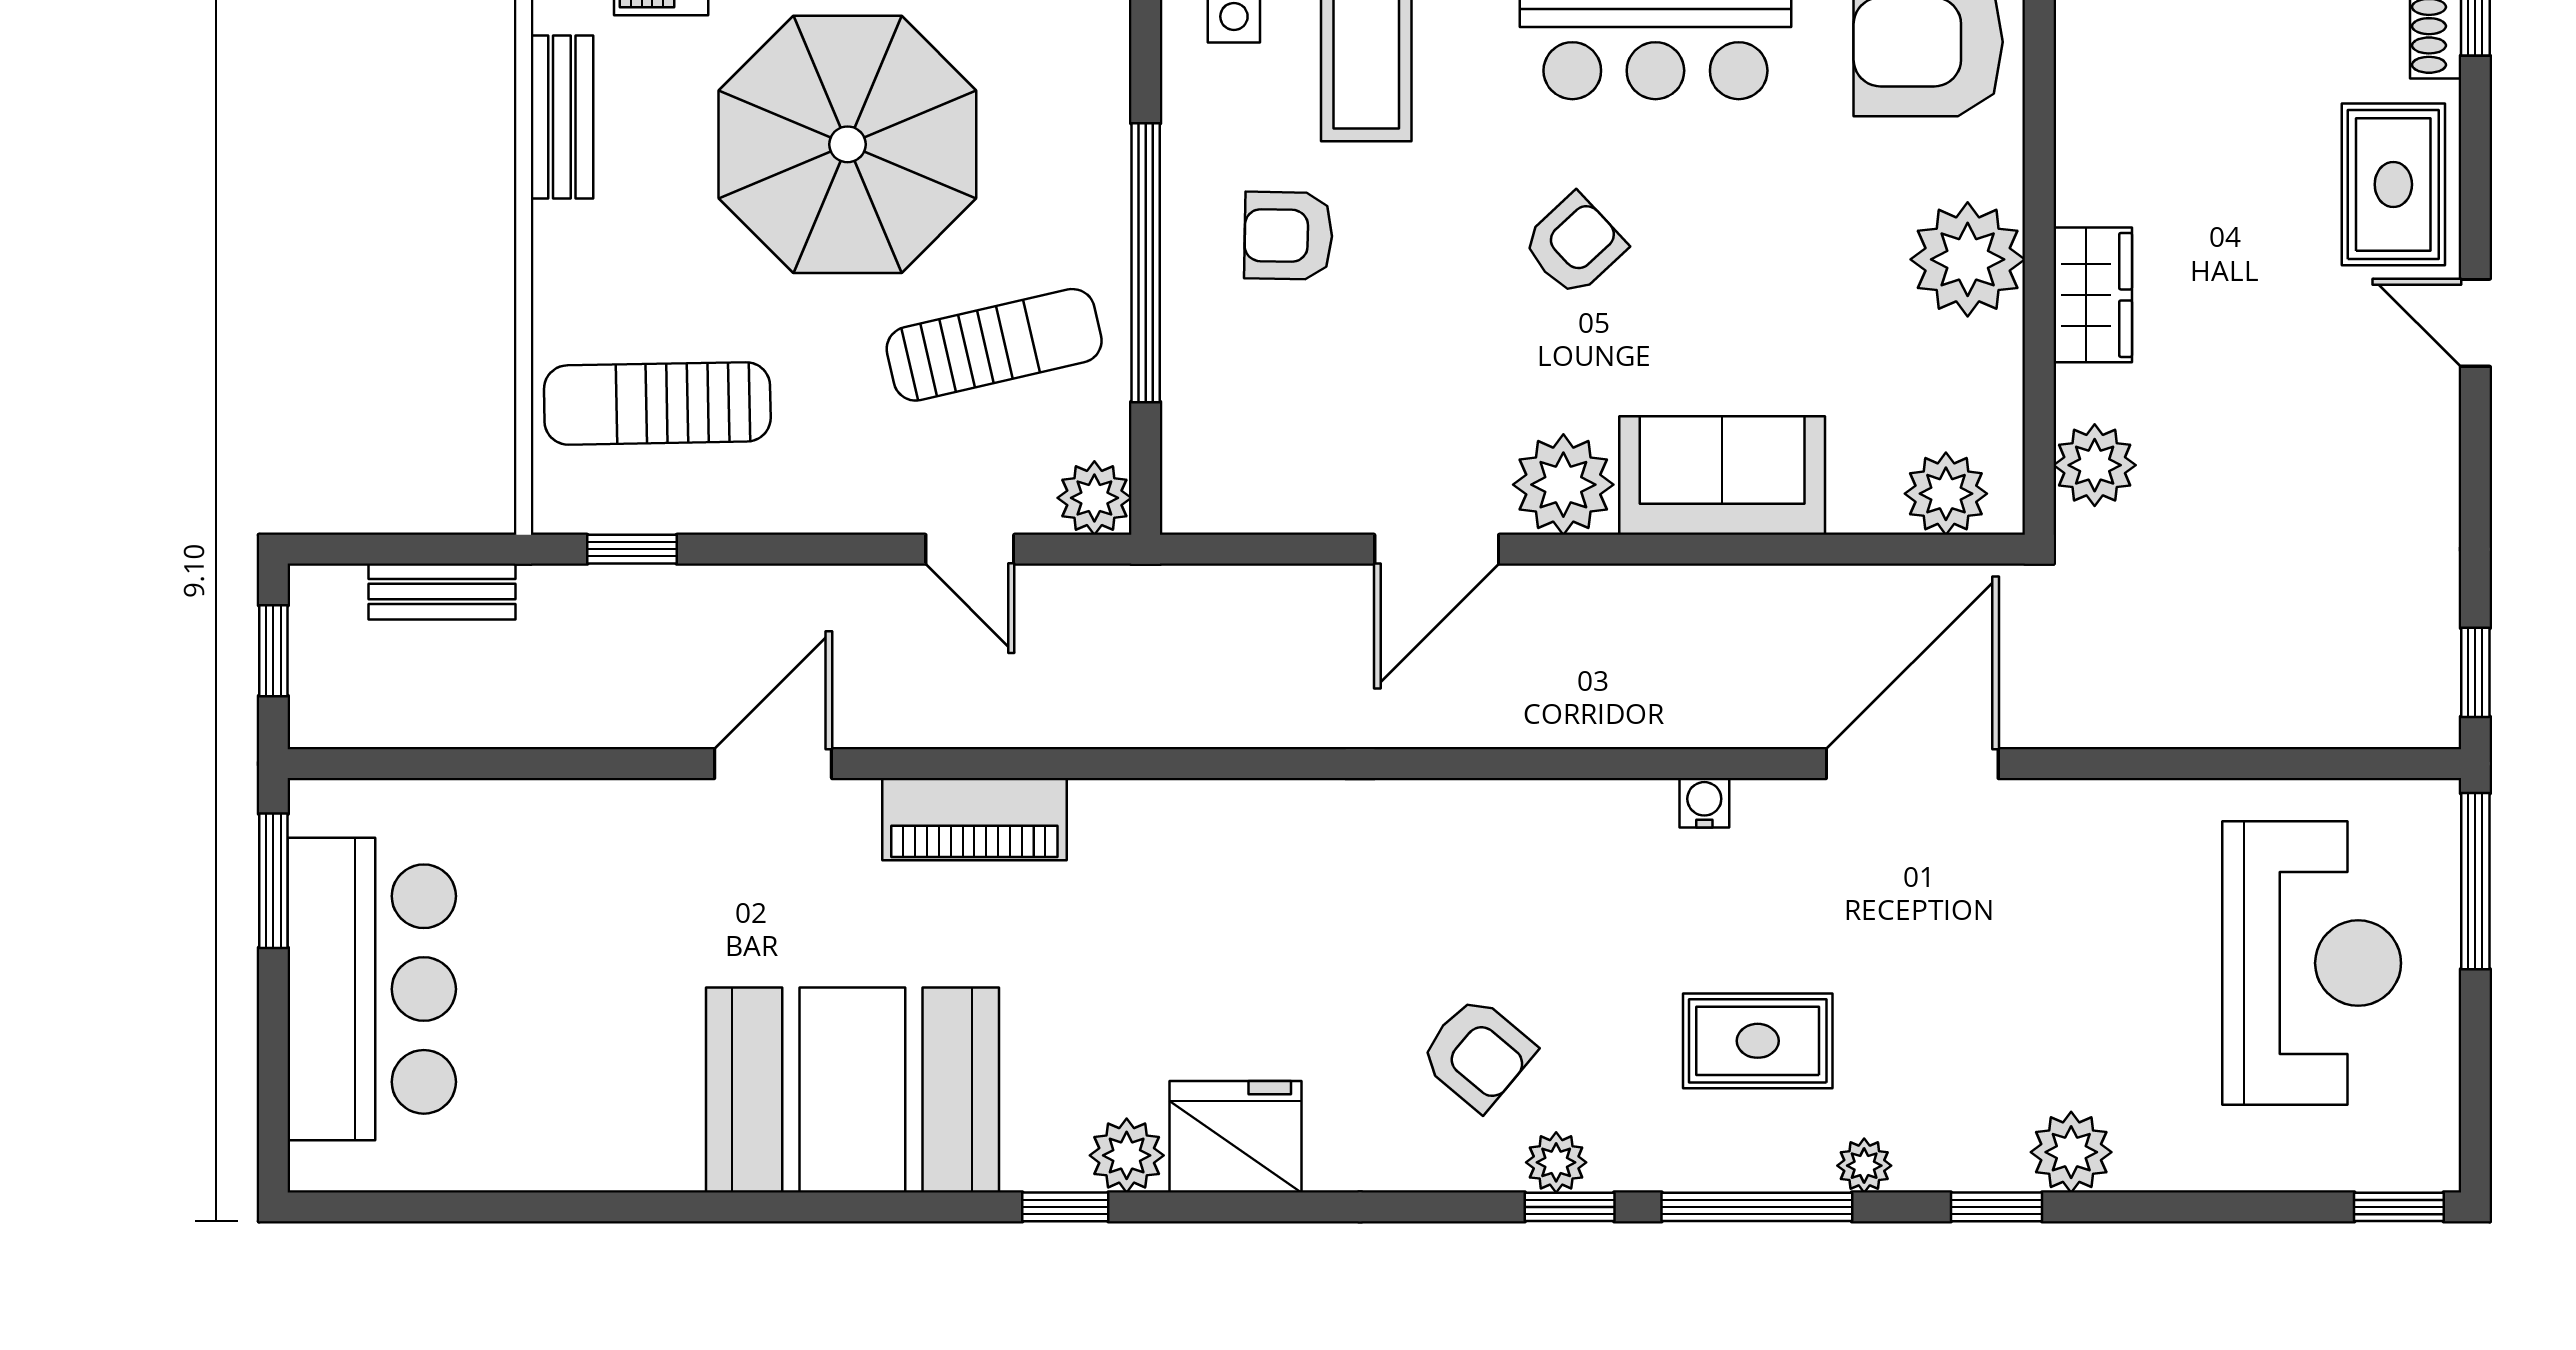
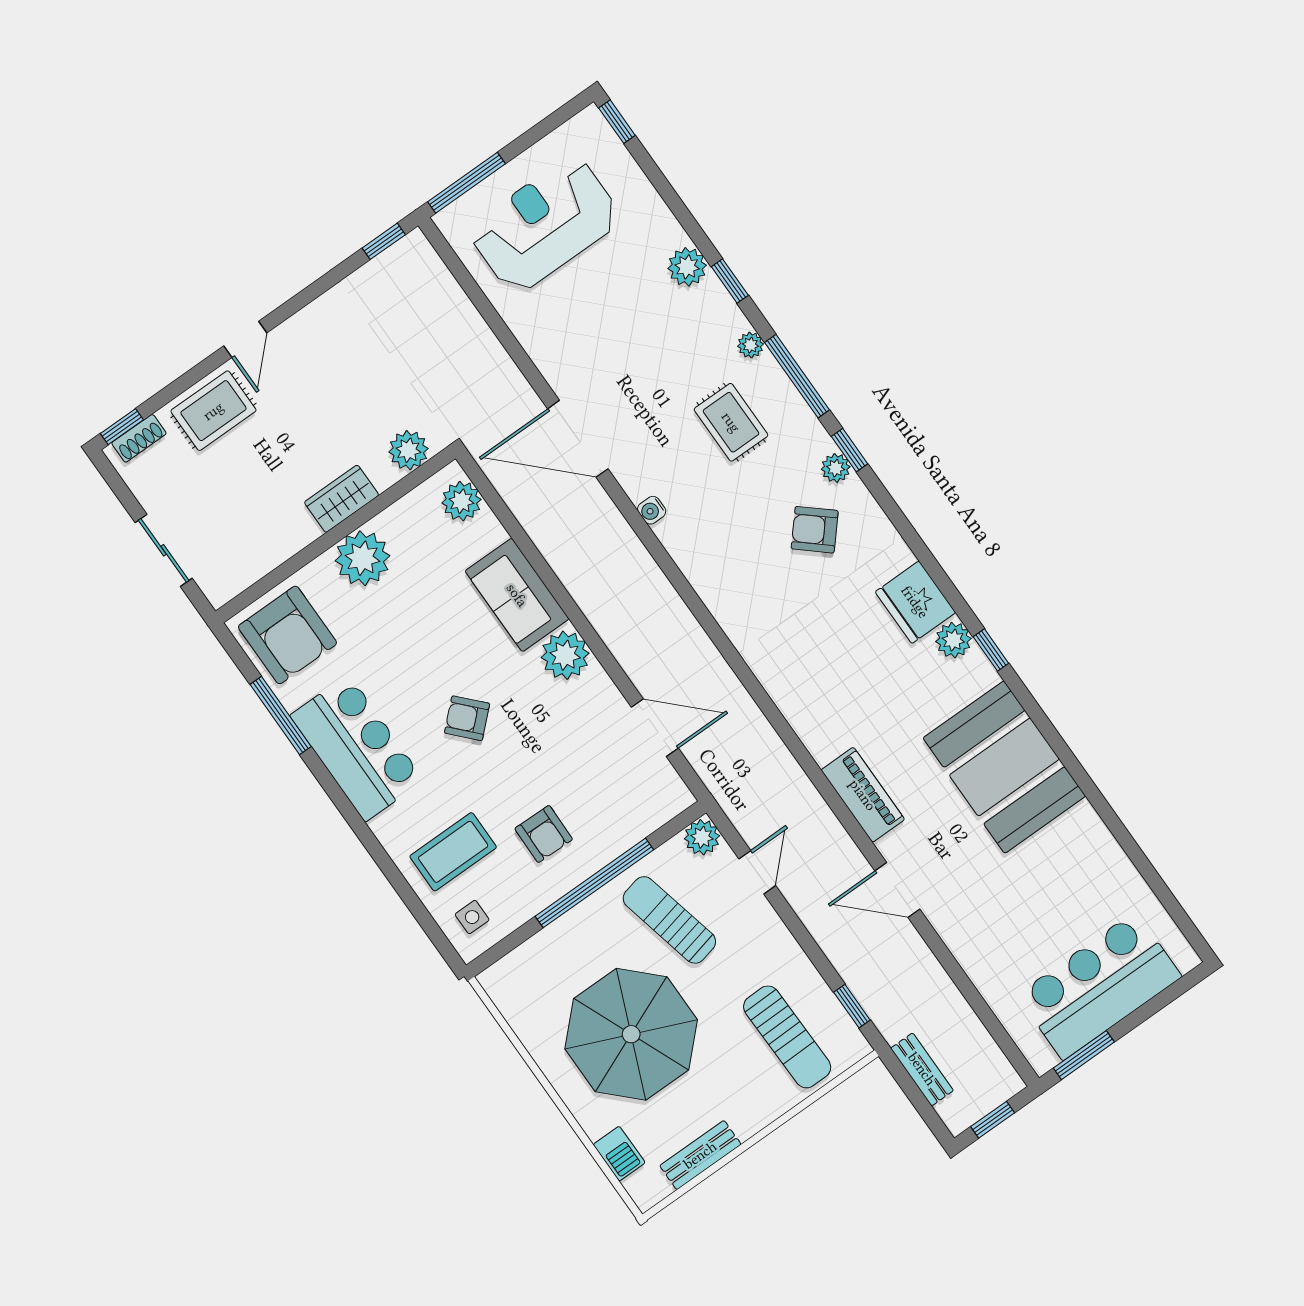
door: (1437, 549) -> (655, 728), moved
armchair: (1477, 1054) -> (815, 530), turned -89

